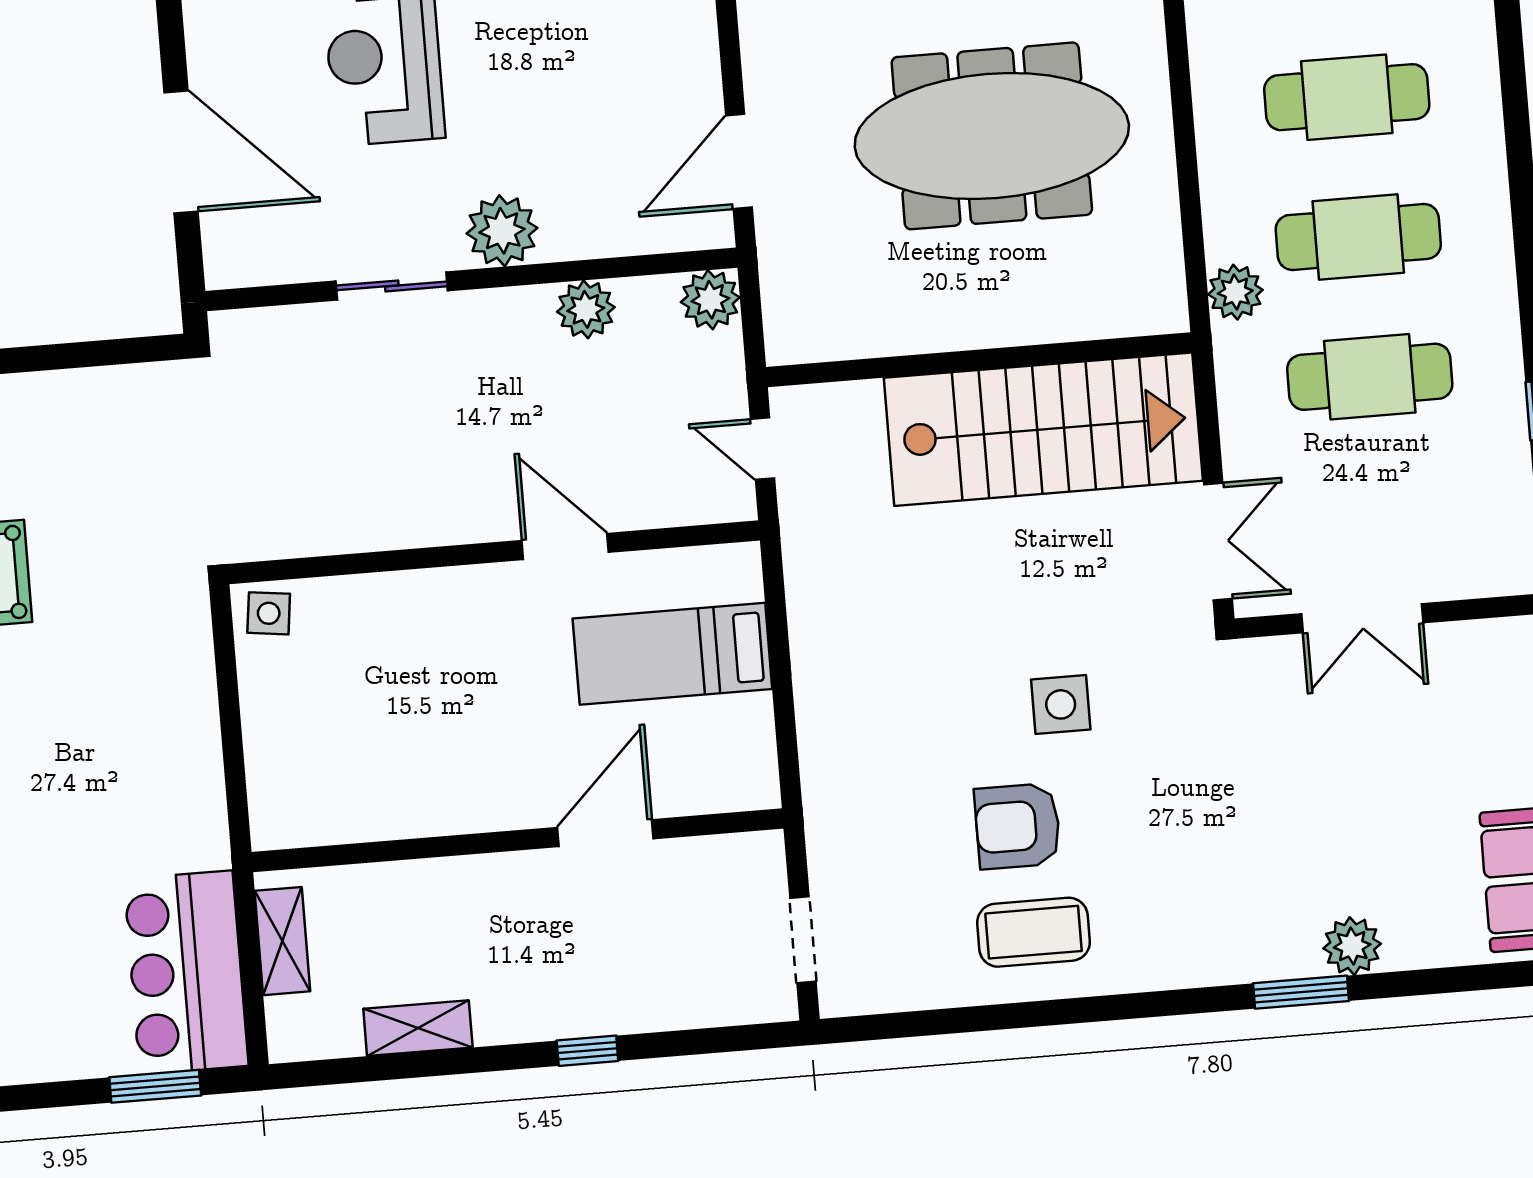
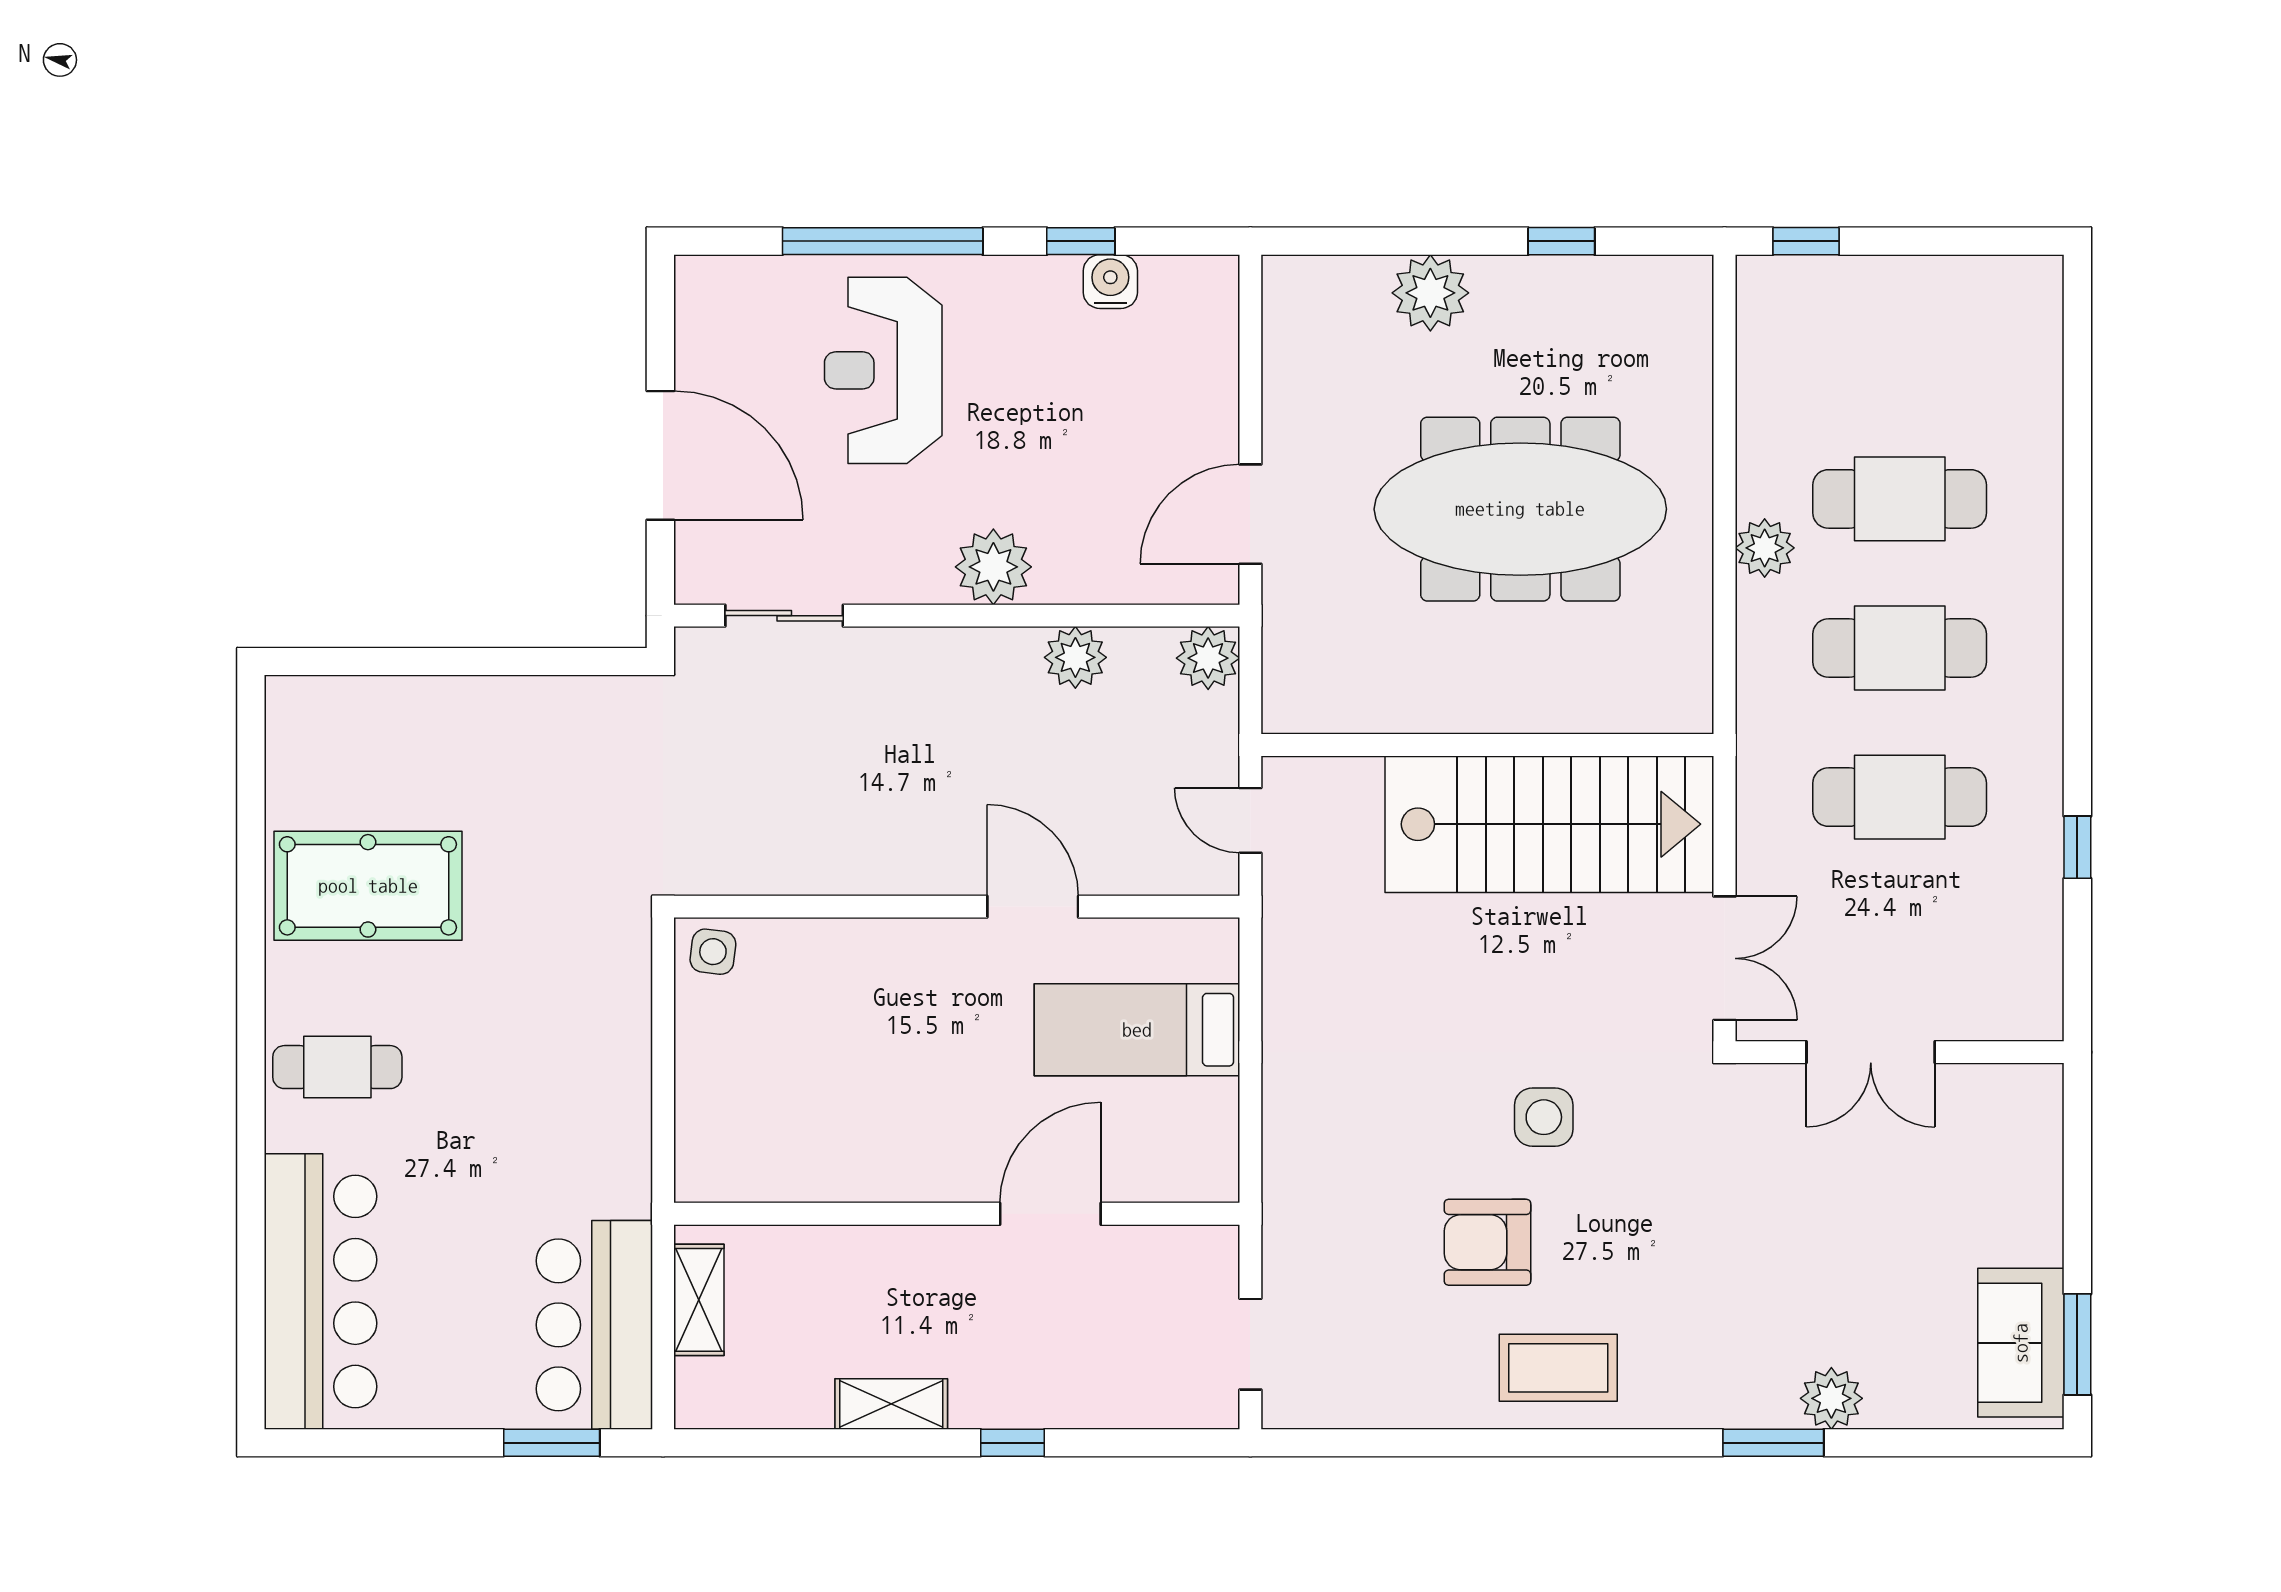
sliding door: (392, 286) -> (784, 616), moved
plant: (1235, 292) -> (1765, 548), moved
coffee table: (1034, 932) -> (1558, 1368), moved
shelving: (418, 1028) -> (891, 1404), moved

